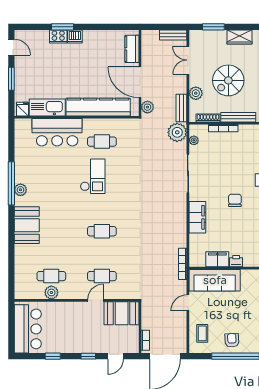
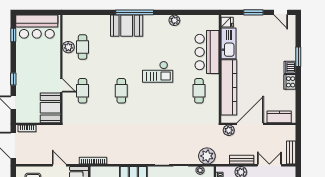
cooker: (58, 36) -> (290, 82), moved
door: (11, 47) -> (281, 12), hinge flipped
bench: (181, 108) -> (242, 160), moved
checkout: (93, 176) -> (158, 72), moved
window: (11, 183) -> (135, 12), moved
plant: (20, 190) -> (174, 20), moved
window: (53, 356) -> (13, 35), moved

